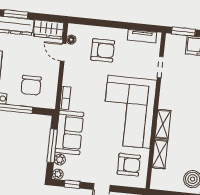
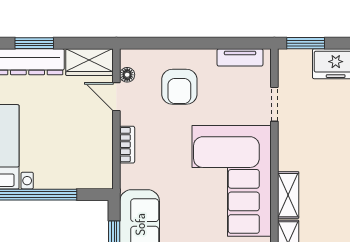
armchair: (103, 50) -> (179, 87), turned 90
chair: (31, 85) -> (71, 154), removed
bookcase: (65, 98) -> (127, 145), moved

